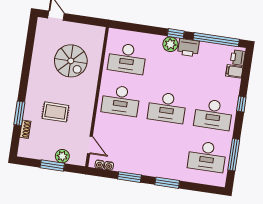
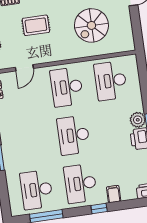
filing cabinet: (234, 71) -> (114, 194), moved
rug: (55, 112) -> (36, 25), turned 90
door: (90, 145) -> (24, 68), moved

